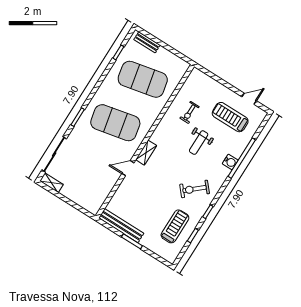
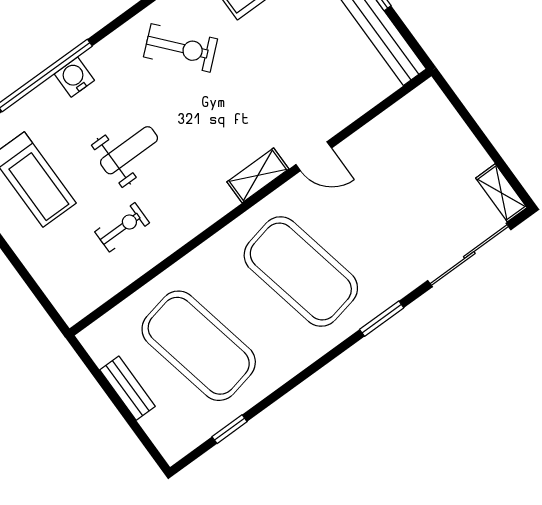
bench: (147, 42) -> (127, 388), moved

